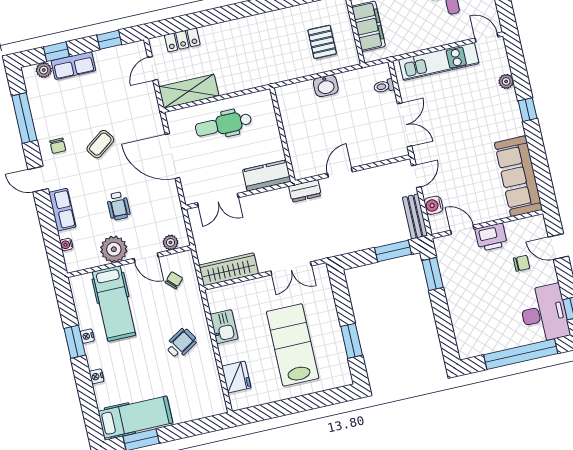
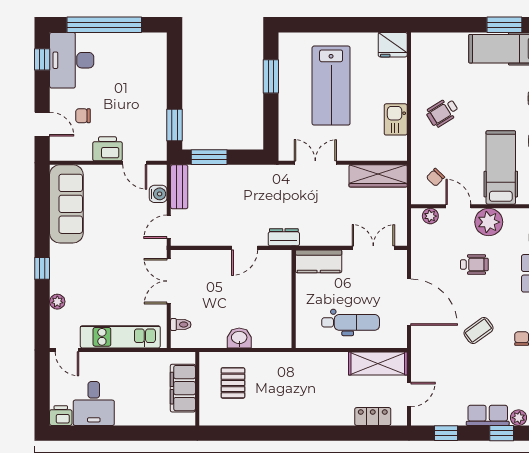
wheelchair: (118, 206) -> (474, 264), turned 90
fridge: (236, 377) -> (393, 45), moved, turned -90

